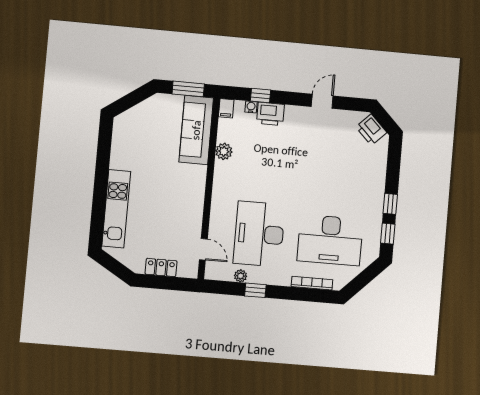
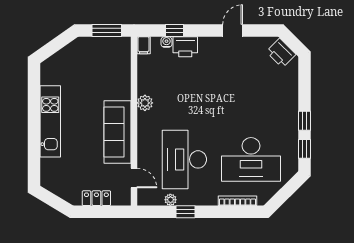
sofa: (196, 130) -> (118, 132), moved
plant: (224, 151) -> (145, 103), moved
kitchen unit: (116, 209) -> (50, 121), moved

